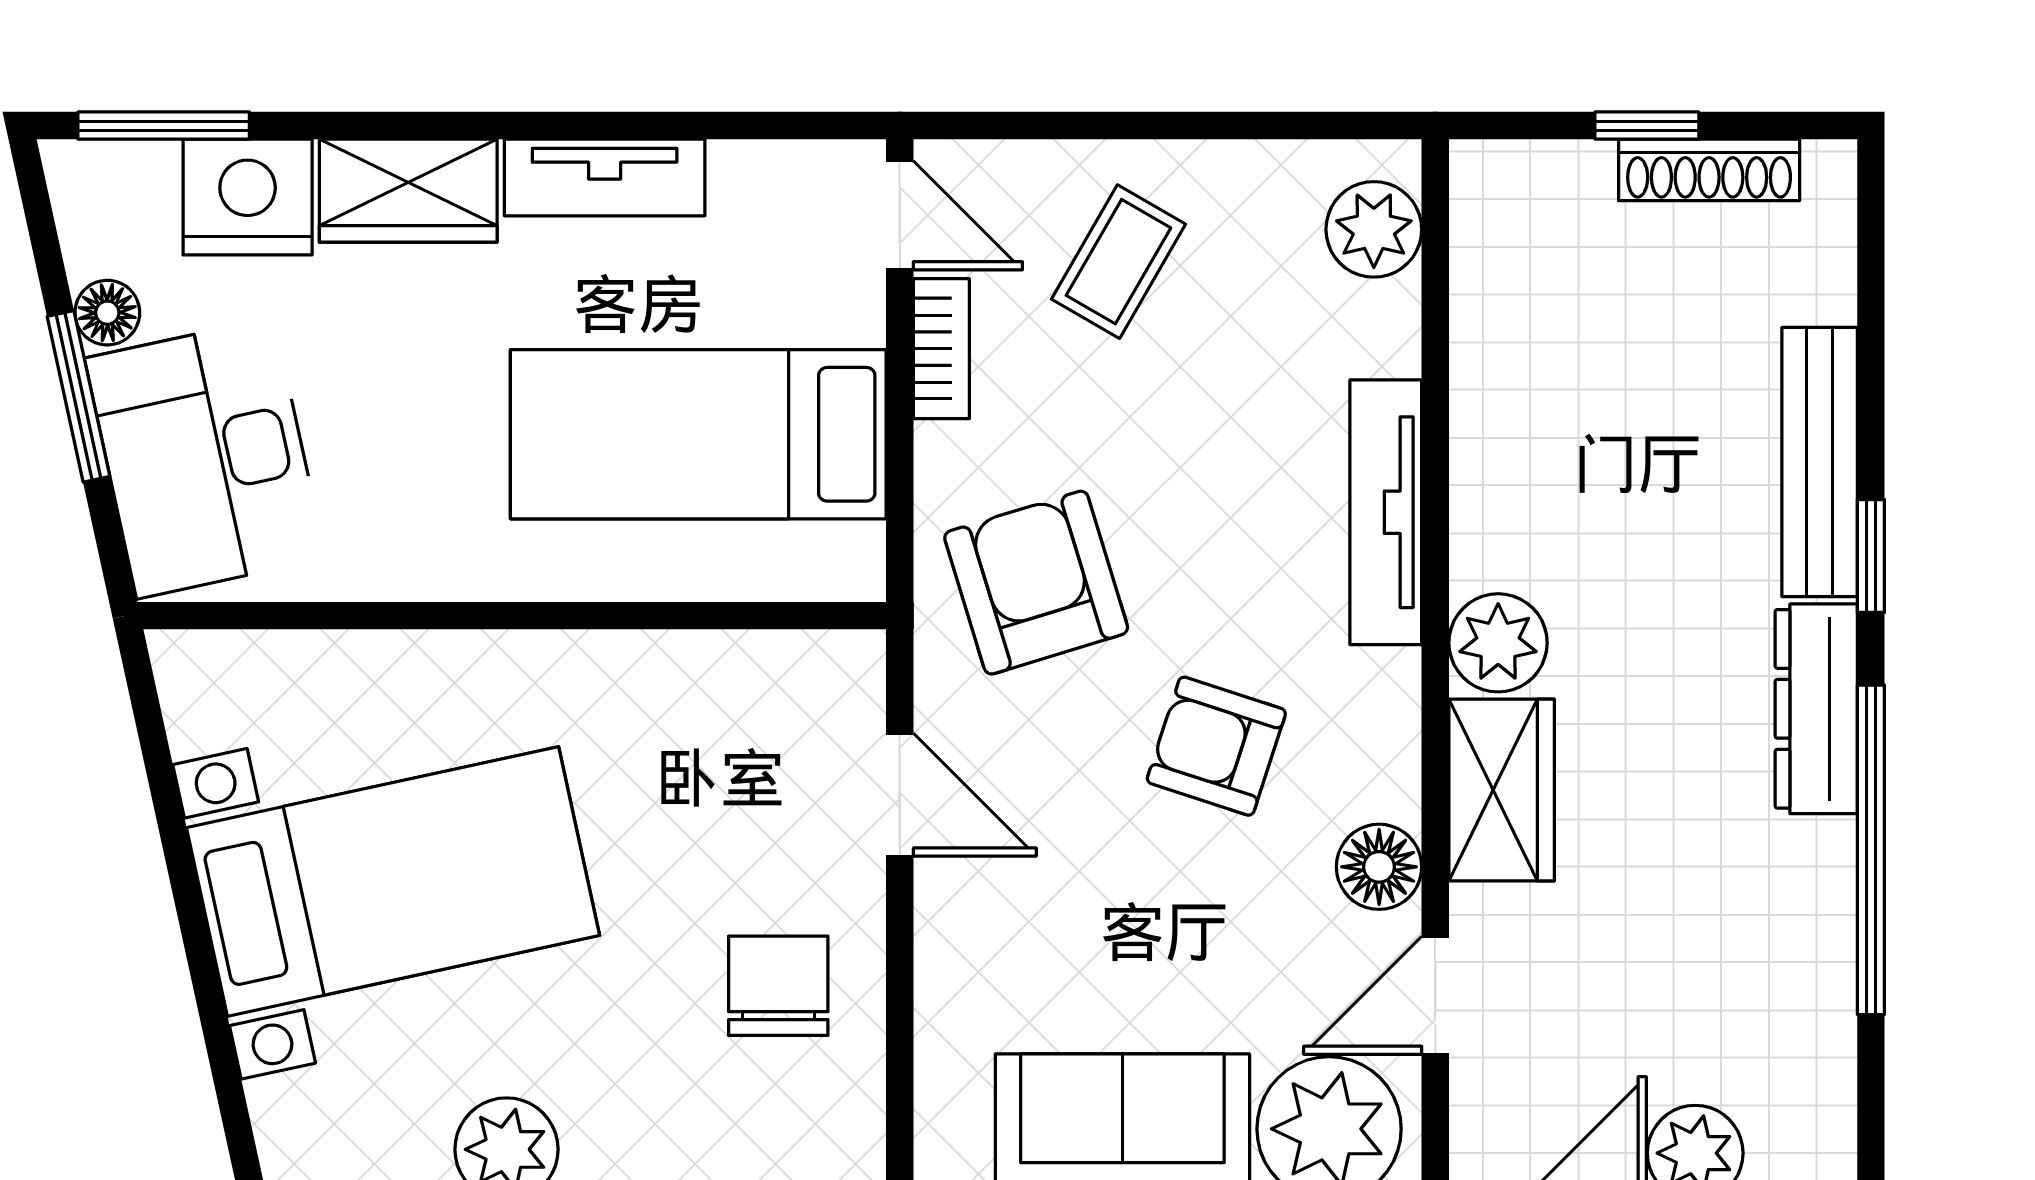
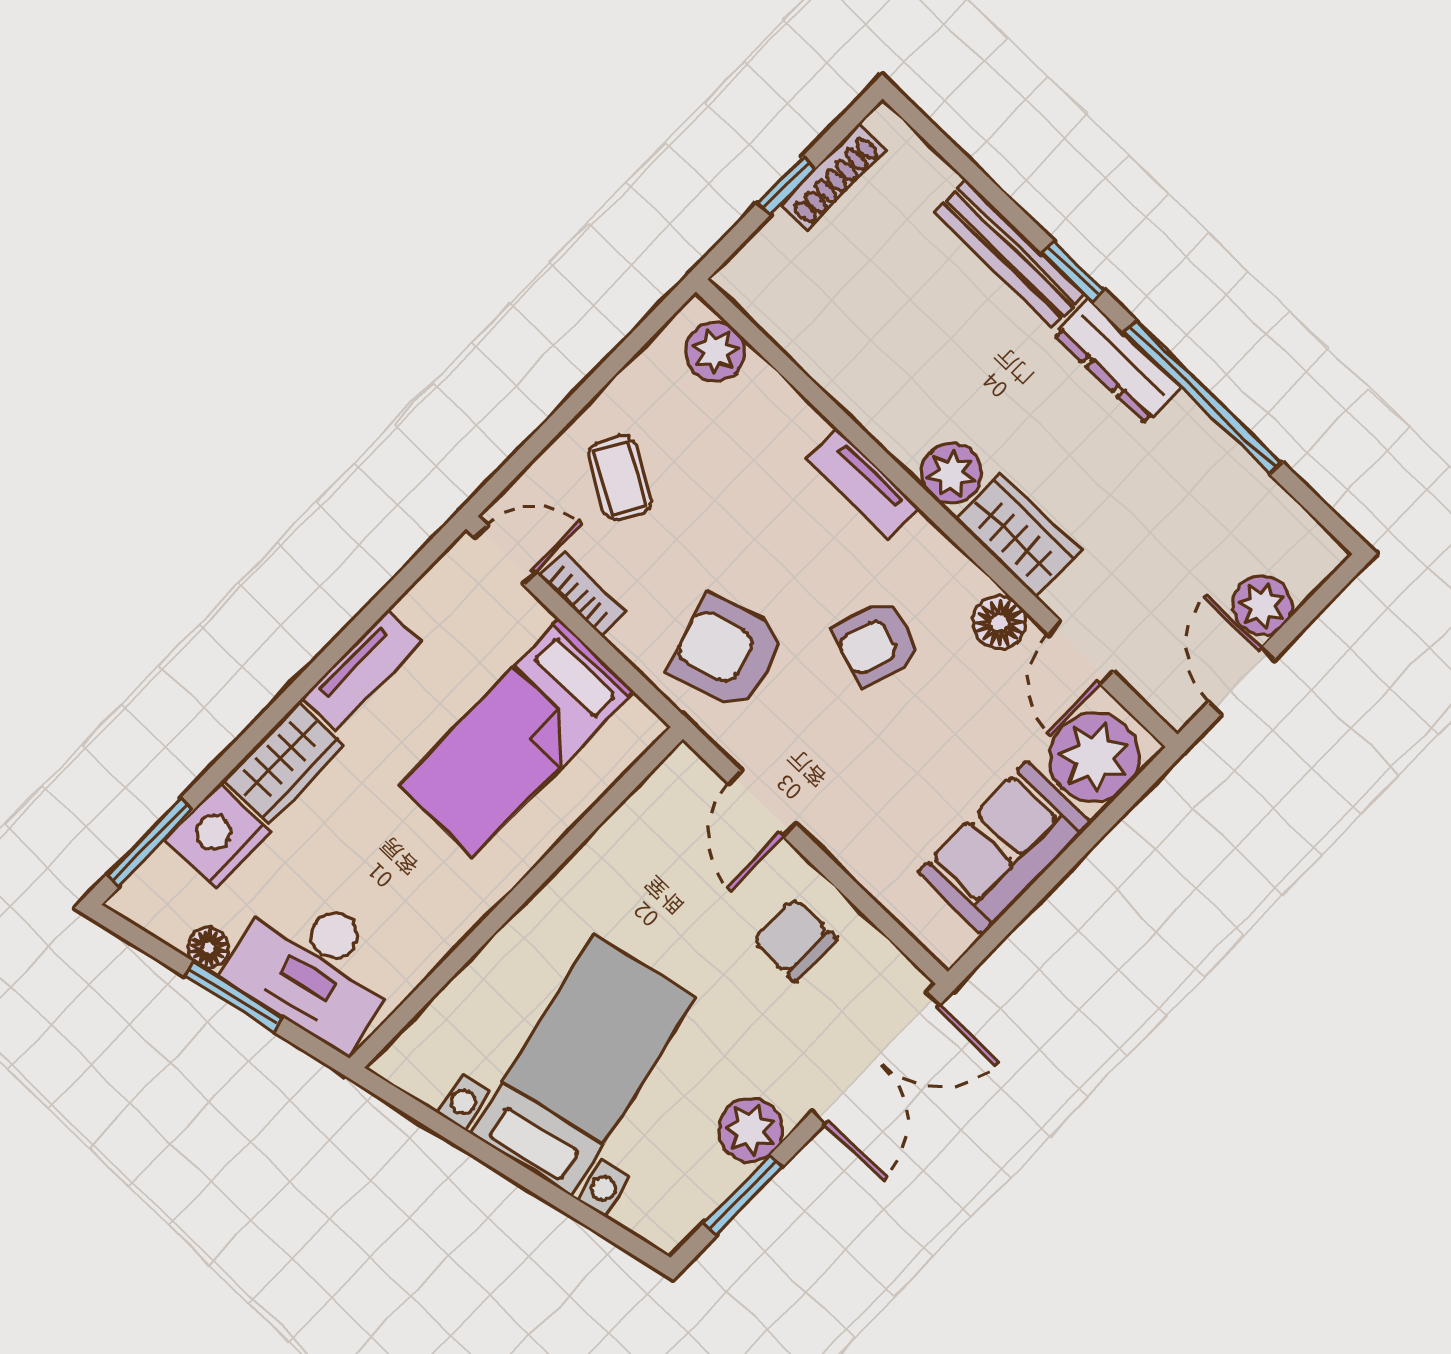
tv unit: (1386, 512) -> (862, 484), width x0.71
door: (900, 795) -> (762, 804), swing flipped

